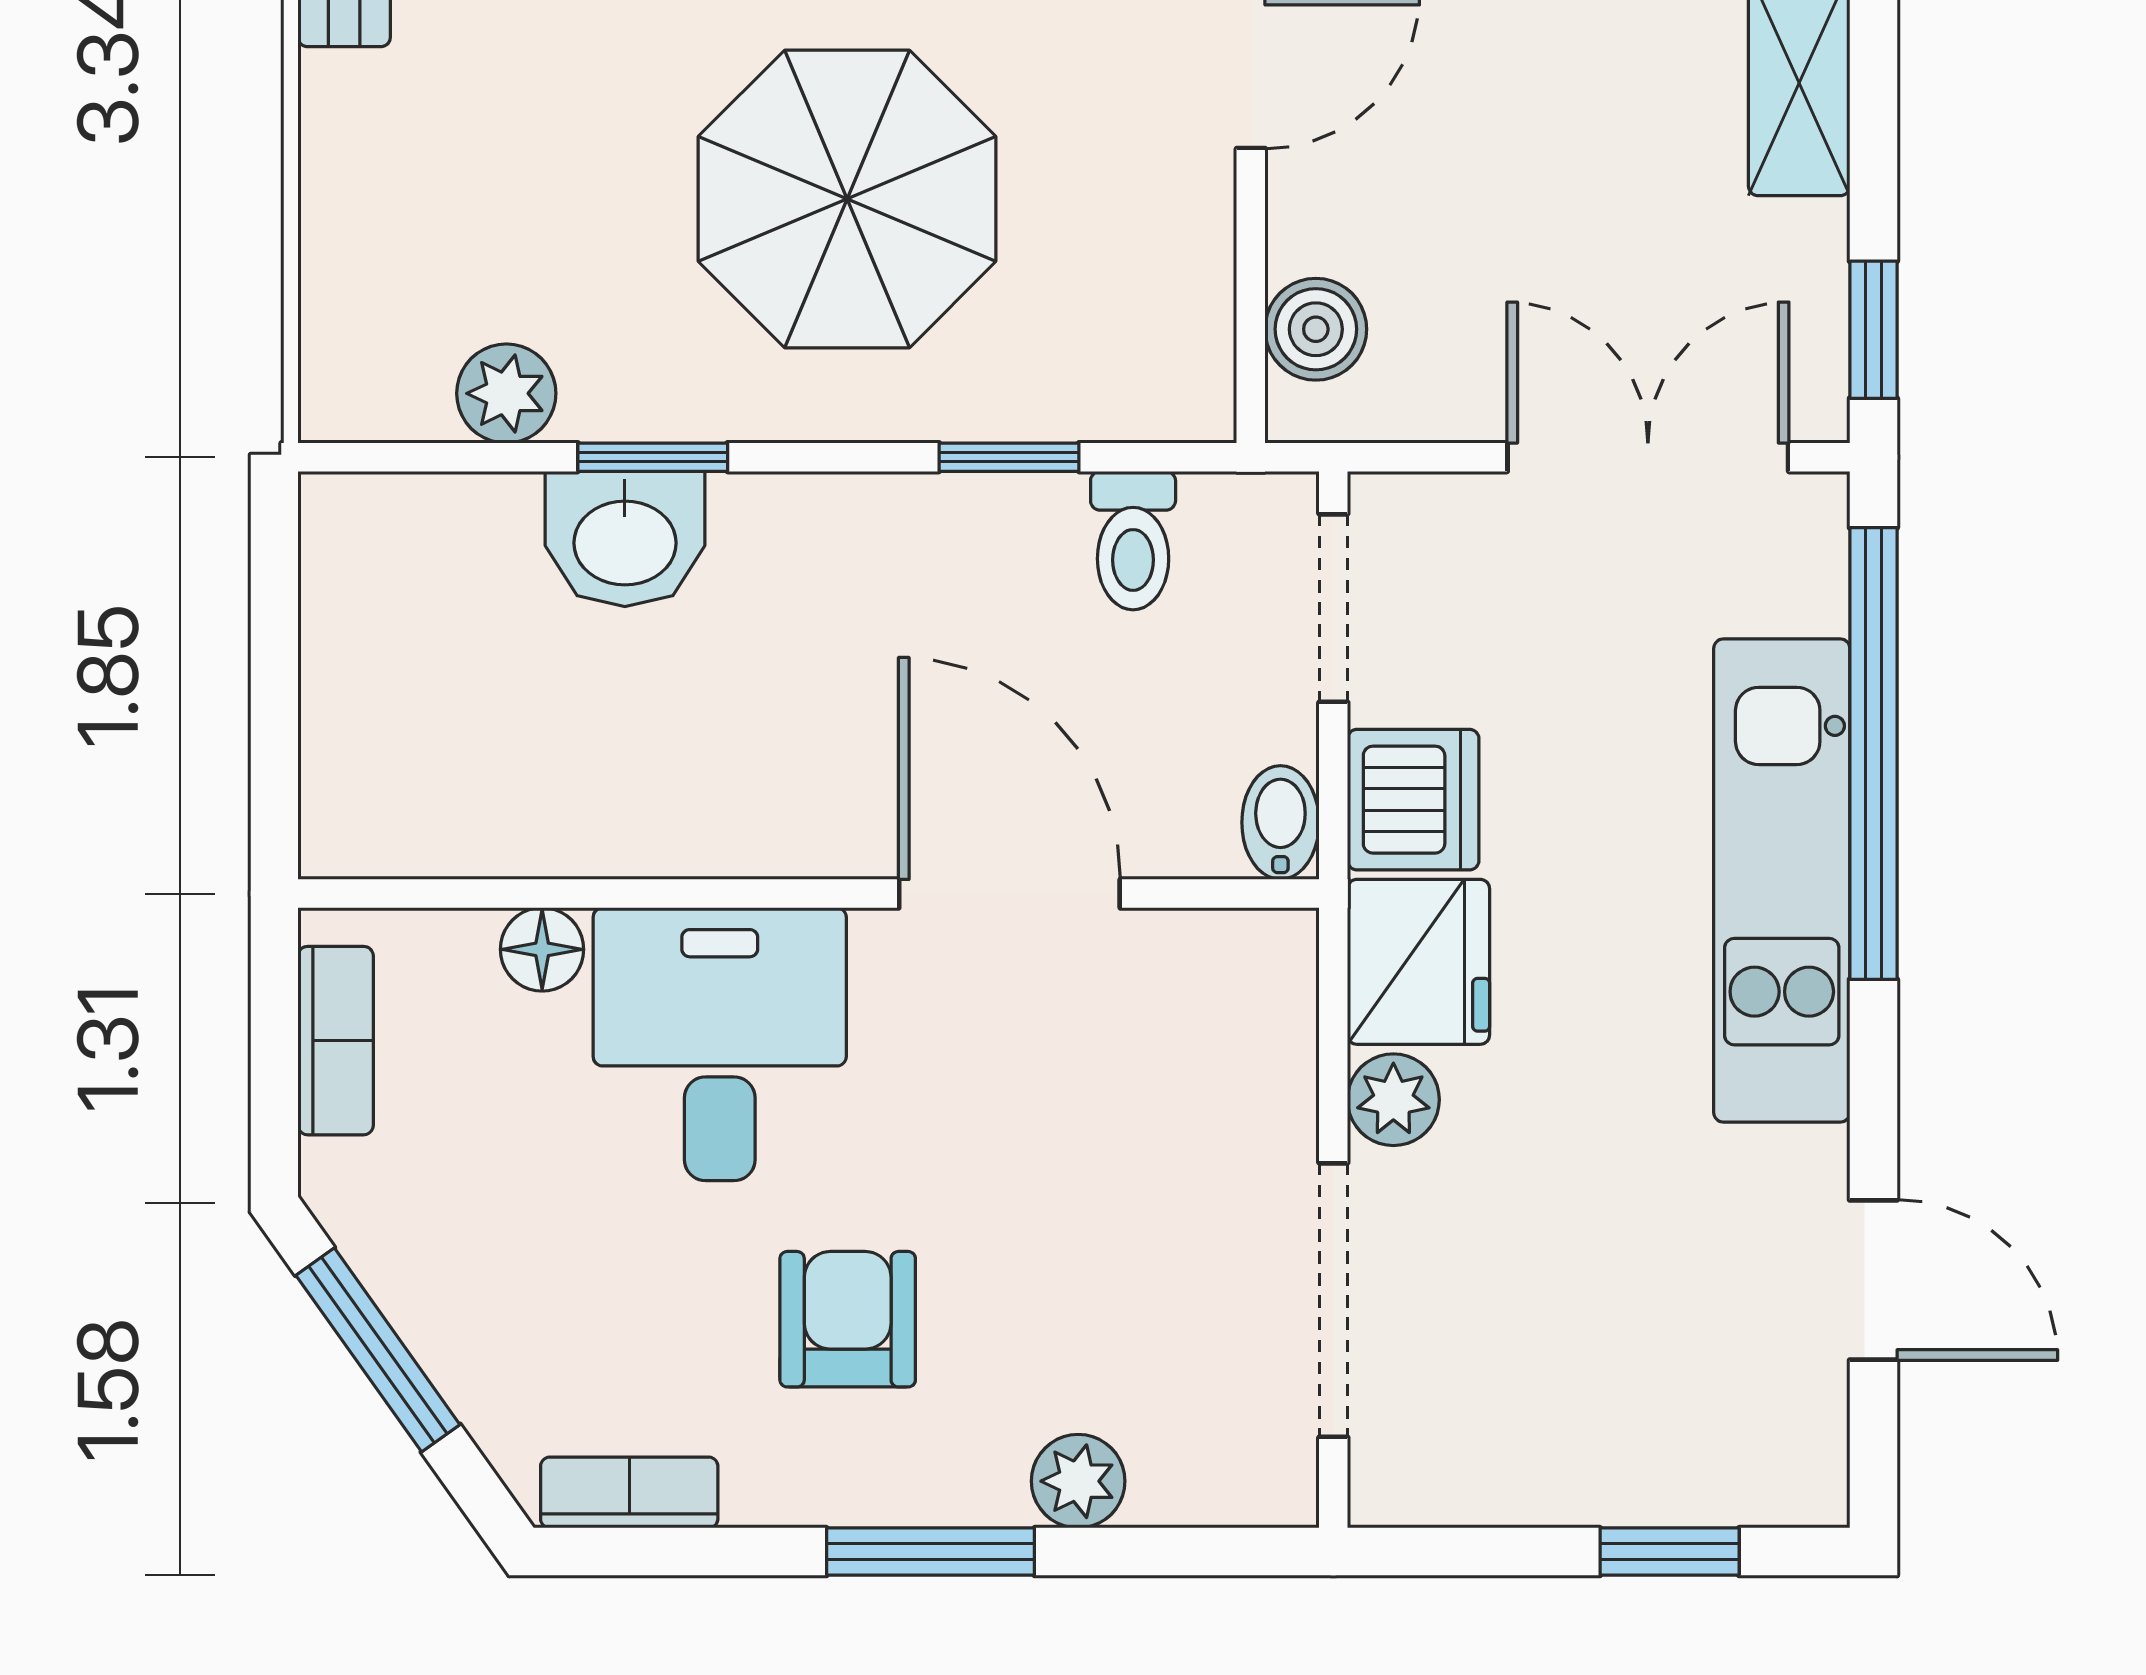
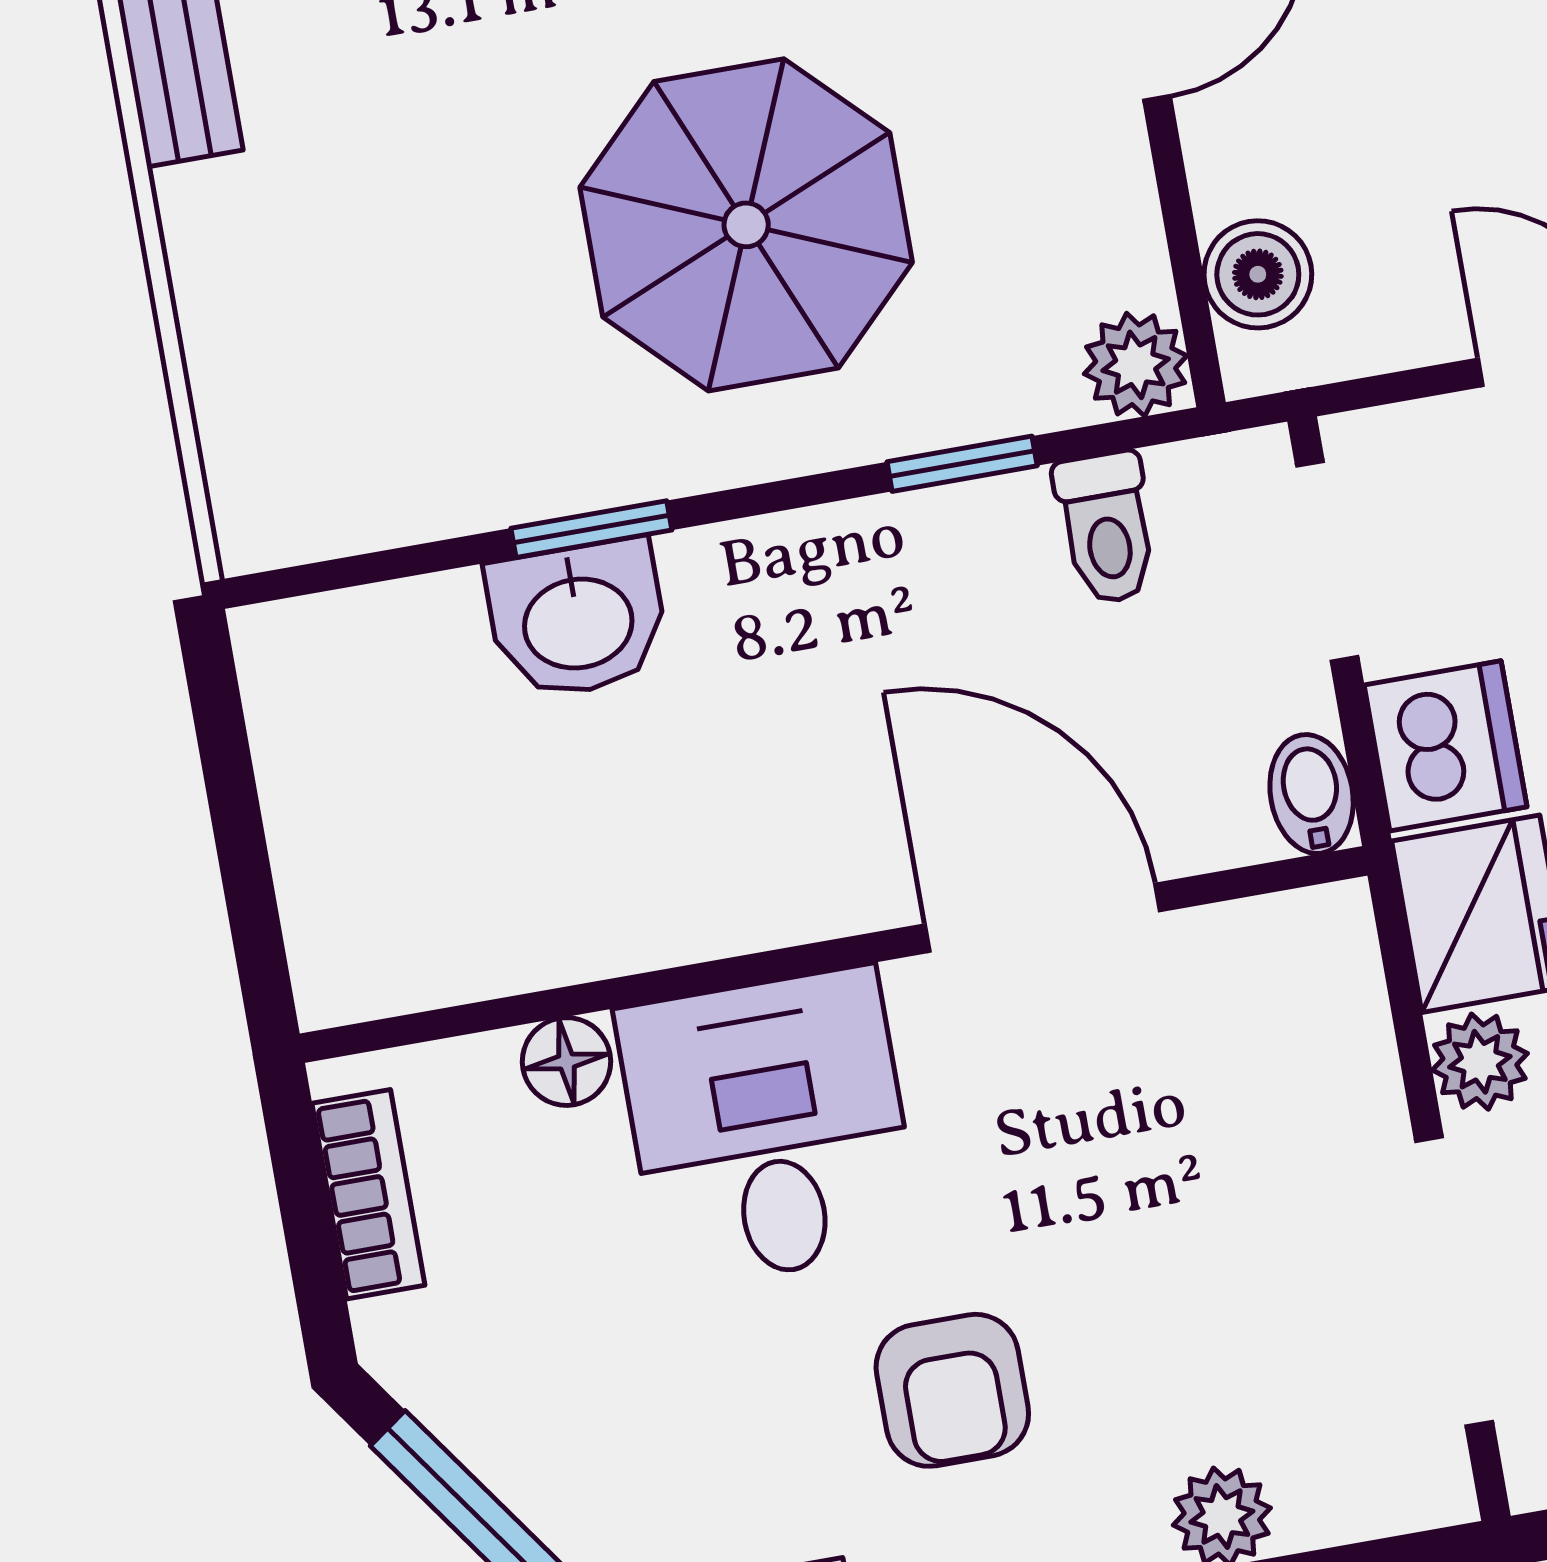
plant: (506, 393) -> (1136, 365), moved
armchair: (848, 1319) -> (952, 1390), turned 180

